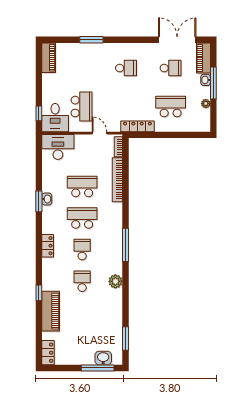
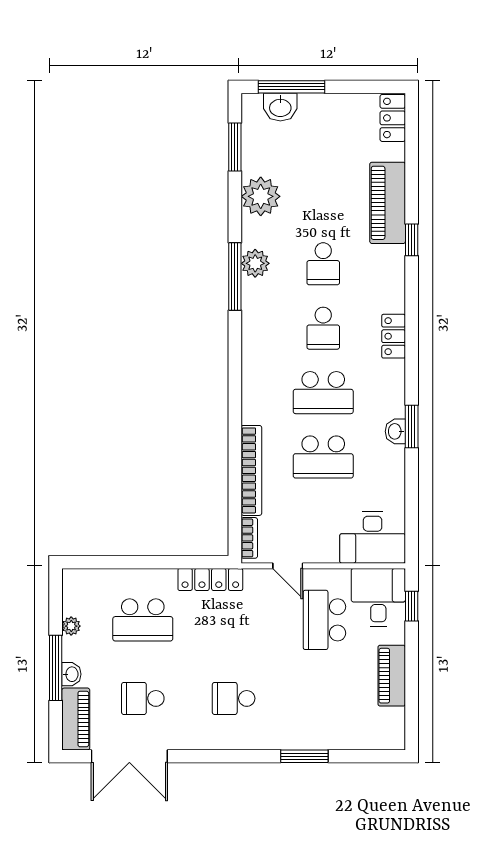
piano: (49, 58) -> (392, 676), moved
window: (125, 245) -> (235, 277), moved
plant: (113, 314) -> (261, 196), added

